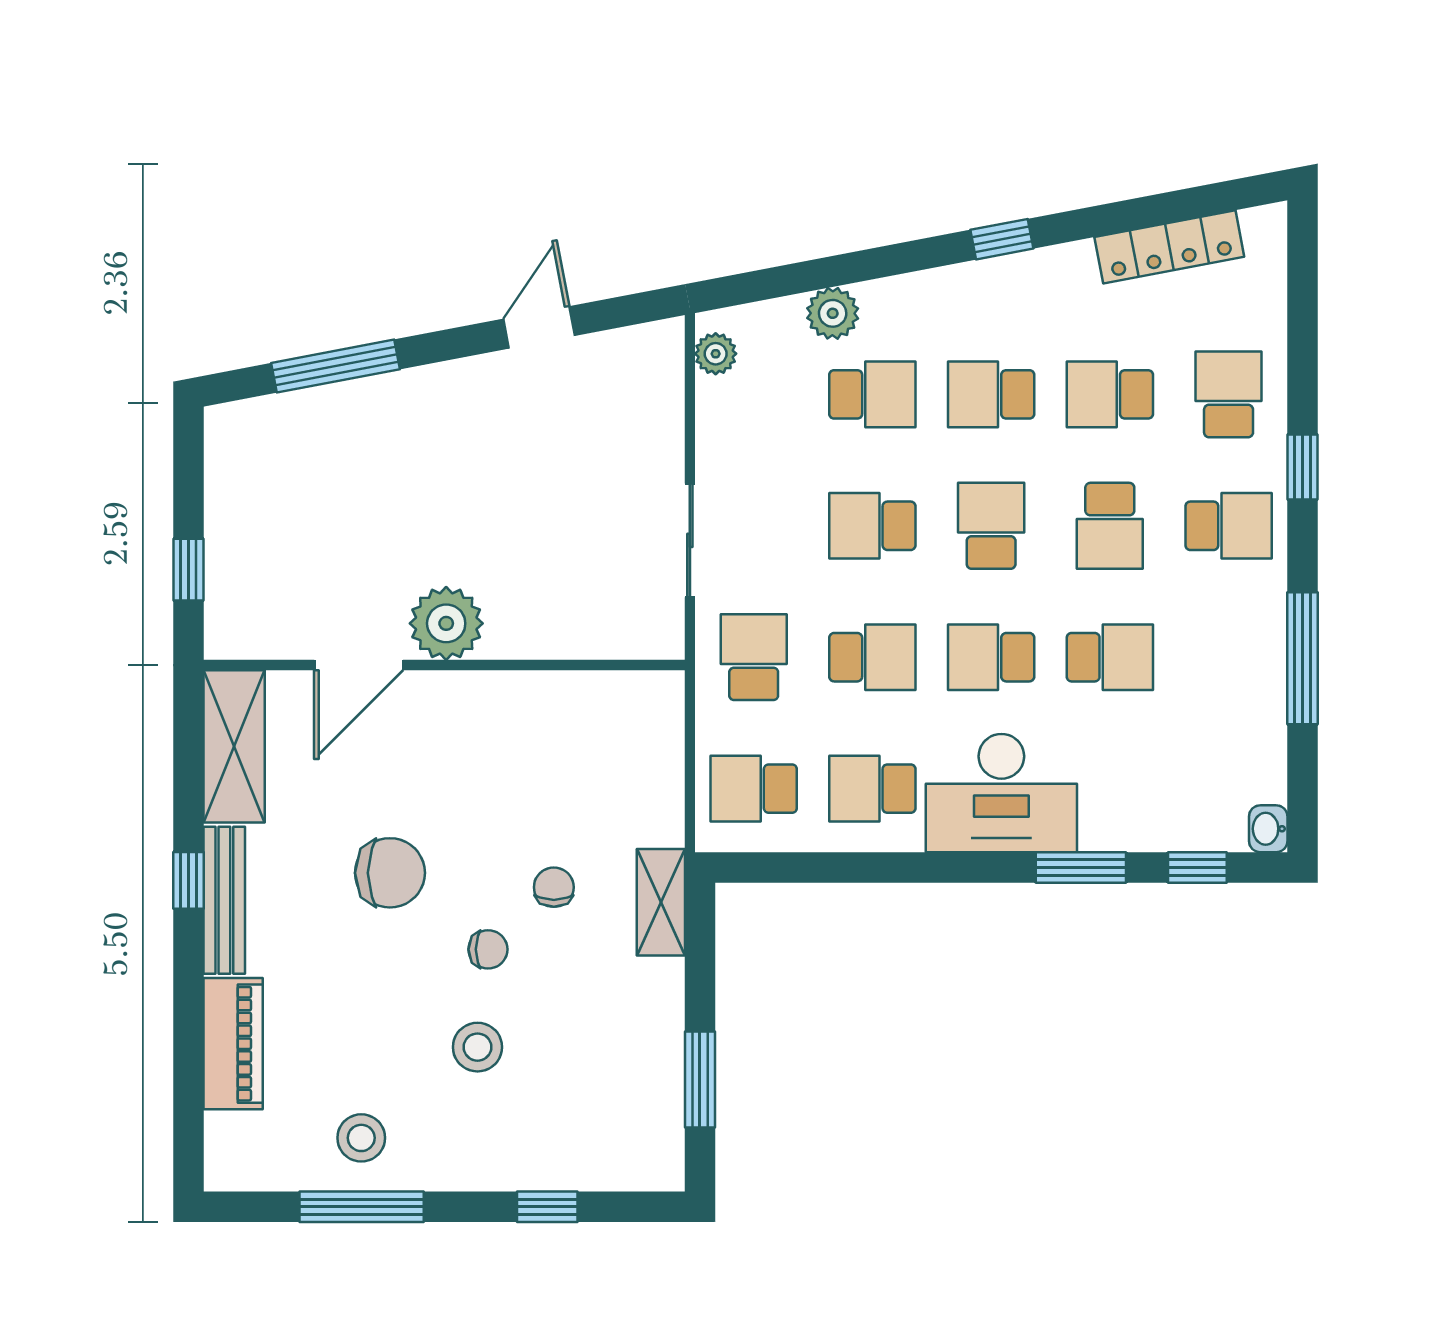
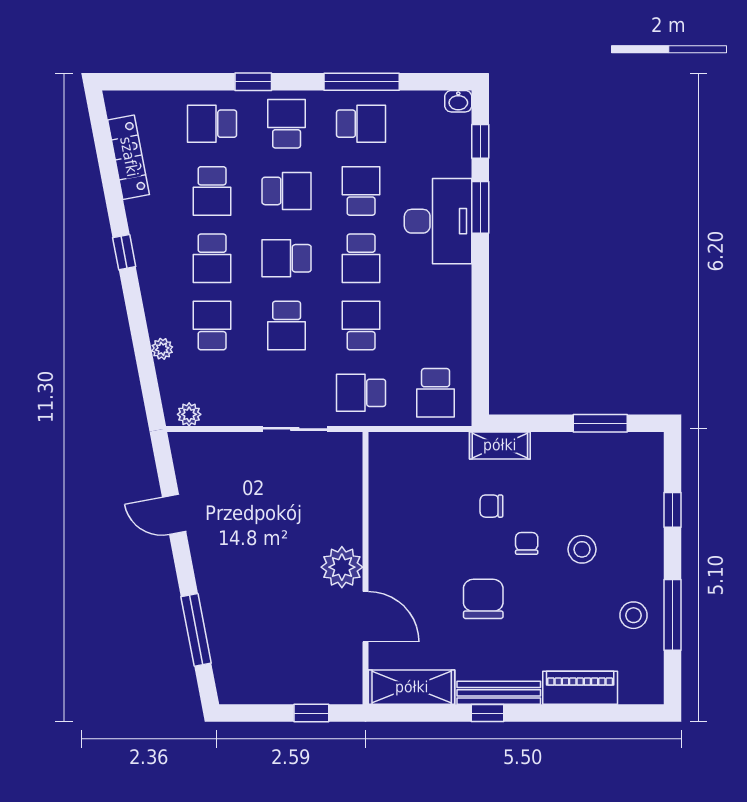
plant: (833, 313) -> (162, 349), width x0.73, depth x0.73
school desk: (872, 789) -> (361, 124), moved, turned -90
desk: (1001, 793) -> (438, 221), moved

